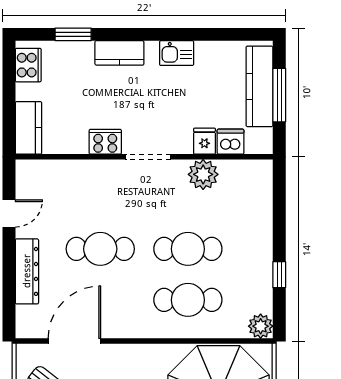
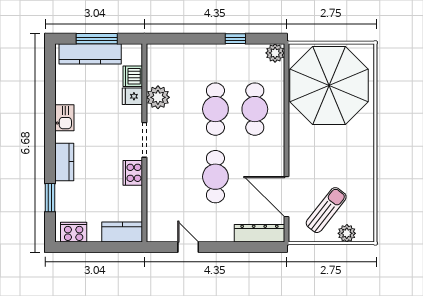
dresser: (27, 271) -> (259, 233), moved

